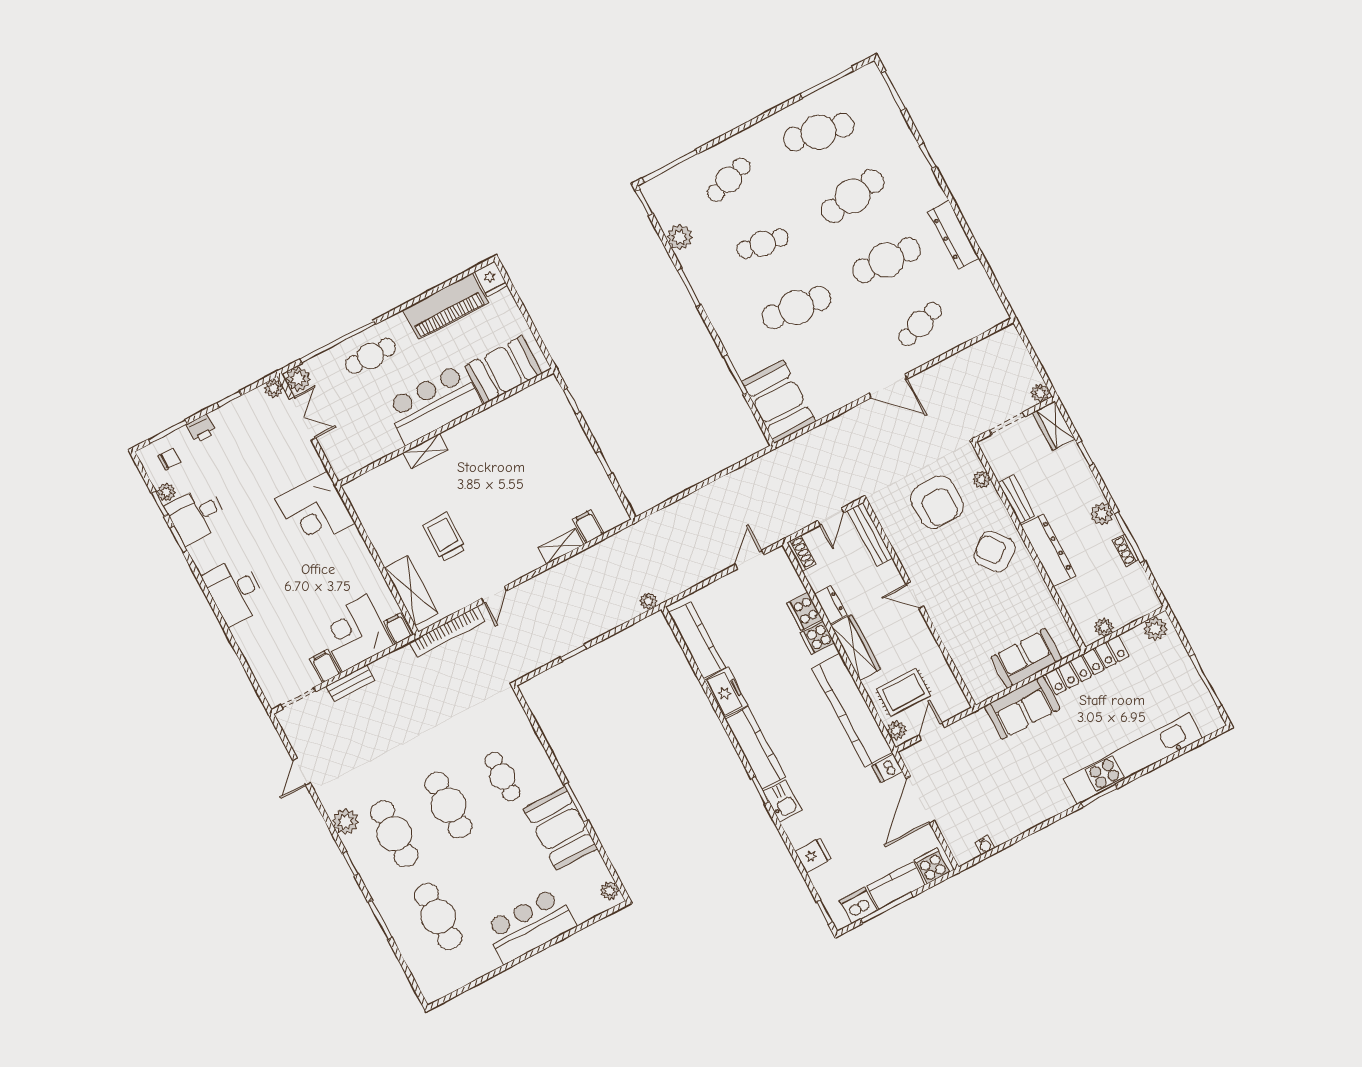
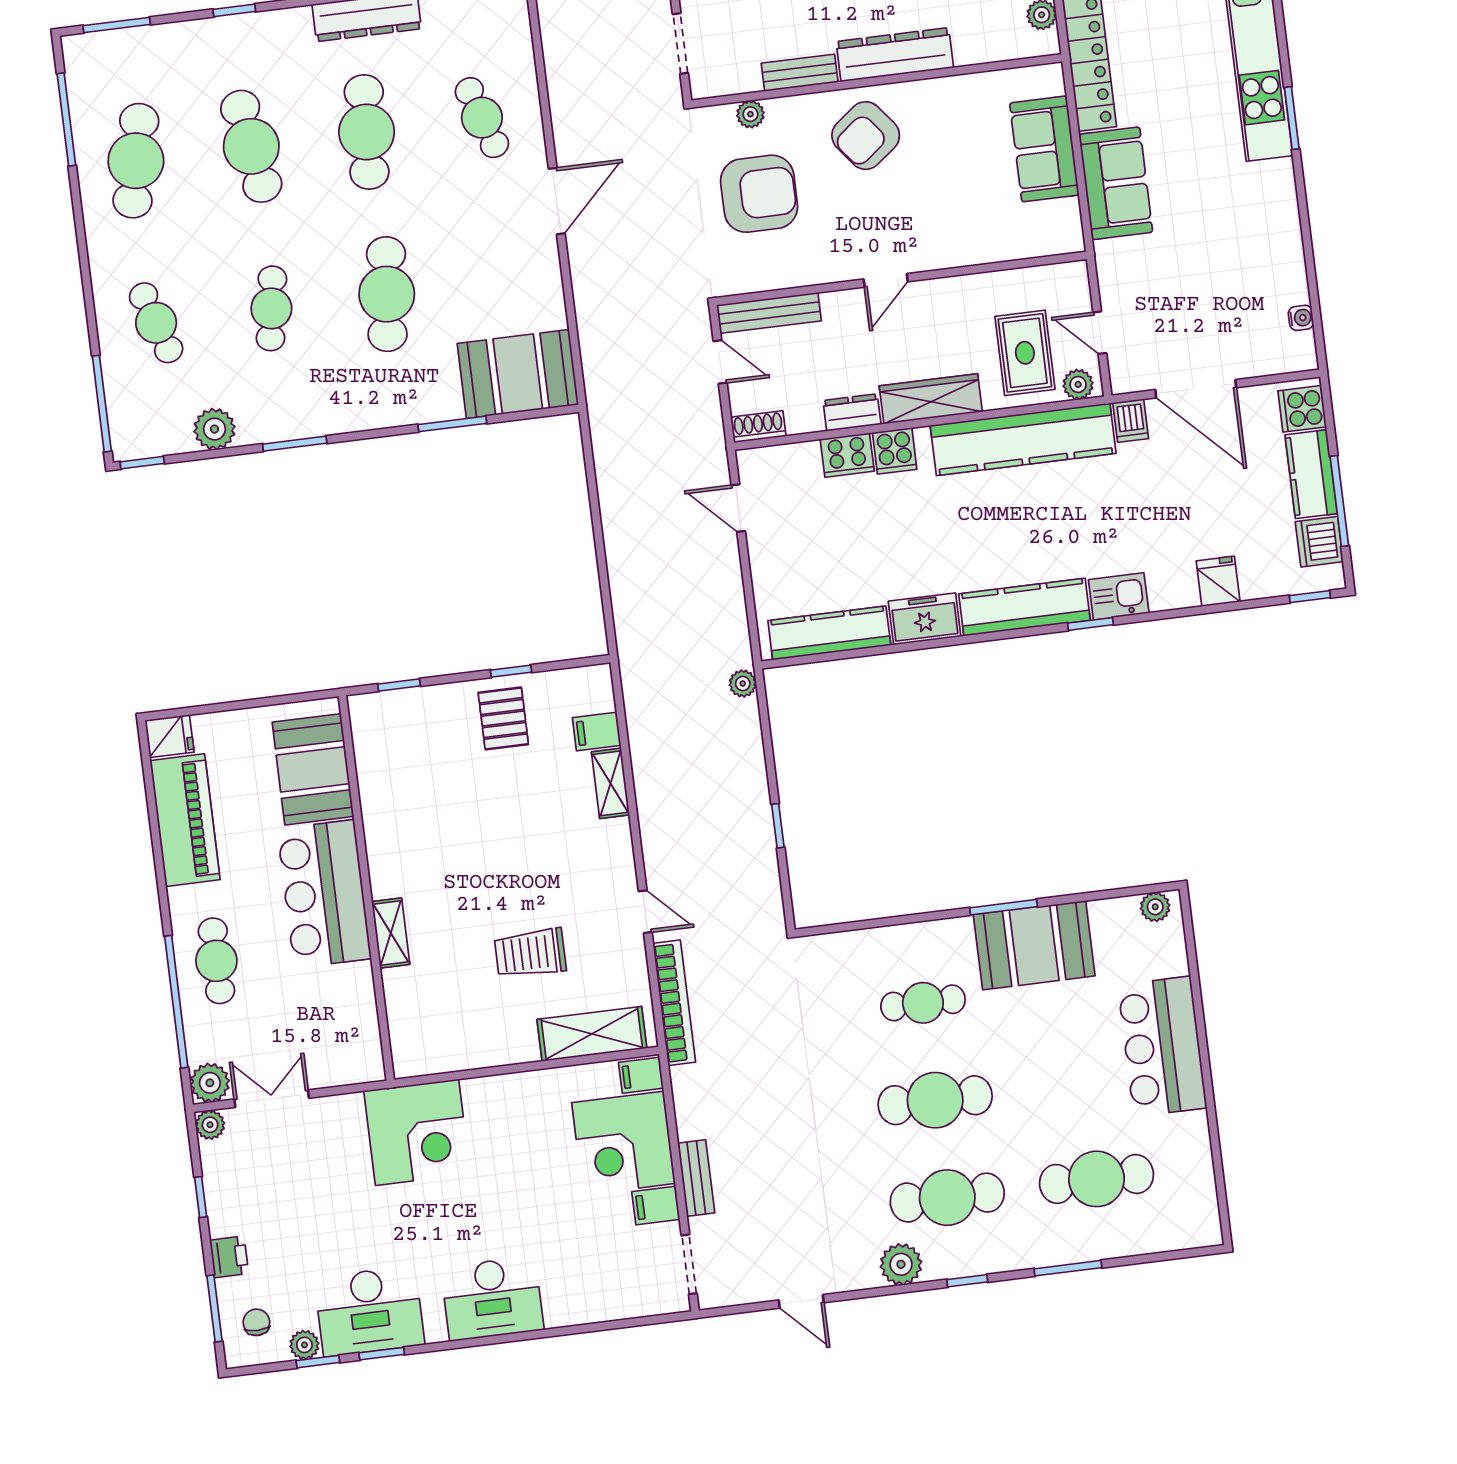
pallet: (575, 469) -> (503, 718), added
desk: (196, 515) -> (369, 1311), width x1.37

